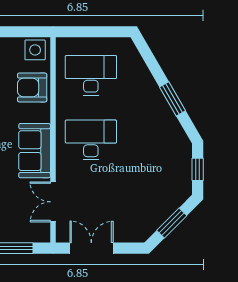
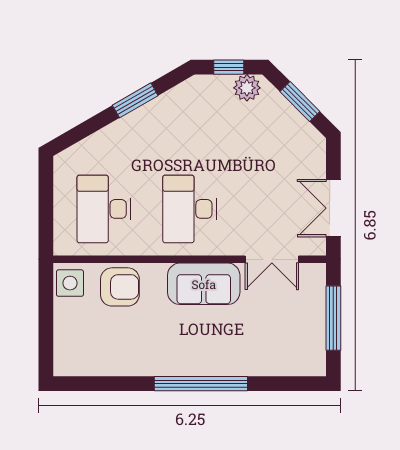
armchair: (32, 88) -> (120, 287), turned -90
plant: (182, 183) -> (247, 88), added

